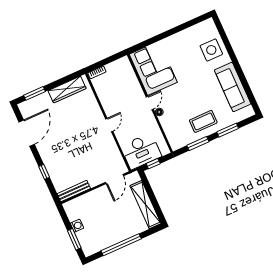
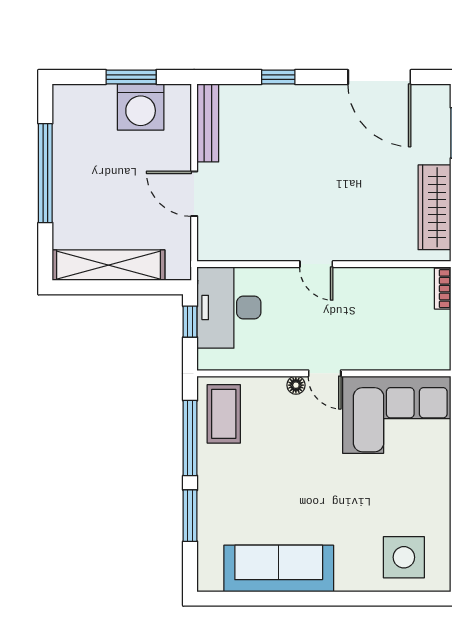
side table: (211, 50) -> (404, 557), moved
coffee table: (203, 121) -> (224, 414), moved
window: (198, 144) -> (190, 438), width x1.44
door: (115, 179) -> (194, 194), moved
washing machine: (77, 226) -> (141, 107), width x1.89, depth x1.89
window: (74, 239) -> (131, 77), moved

